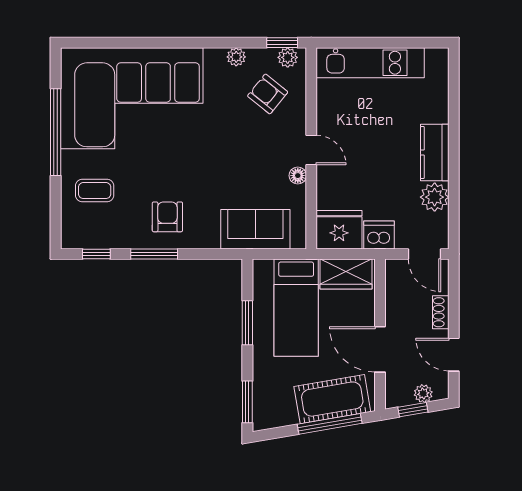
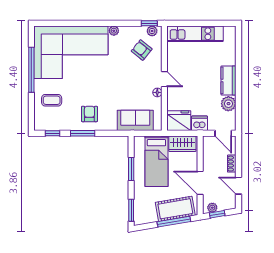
plant: (236, 57) -> (114, 31), moved
plant: (423, 394) -> (212, 208), moved

